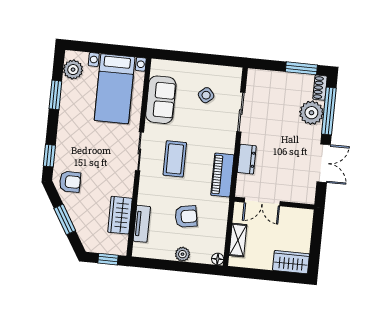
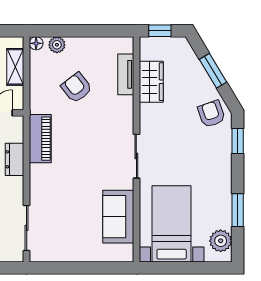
side table: (206, 95) -> (68, 227), removed
sliding door: (241, 112) -> (27, 228), moved
coffee table: (175, 159) -> (96, 152), removed
armchair: (70, 182) -> (211, 114), turned 71
armchair: (186, 217) -> (77, 88), turned 62
plant: (182, 254) -> (57, 45), moved

